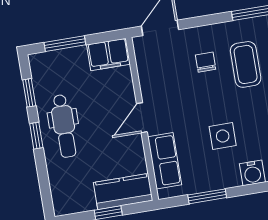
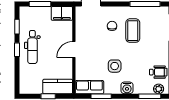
row of seats: (165, 161) -> (89, 87), moved, turned -90

